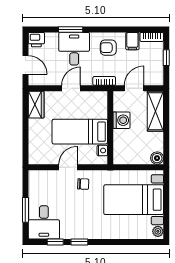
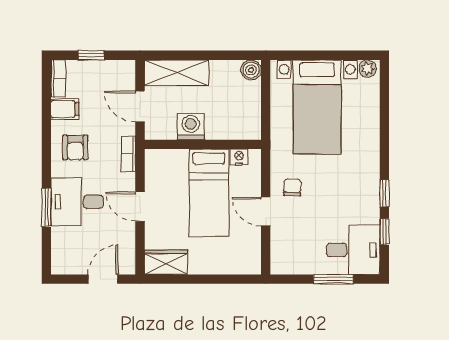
printer: (36, 40) -> (63, 262), removed

